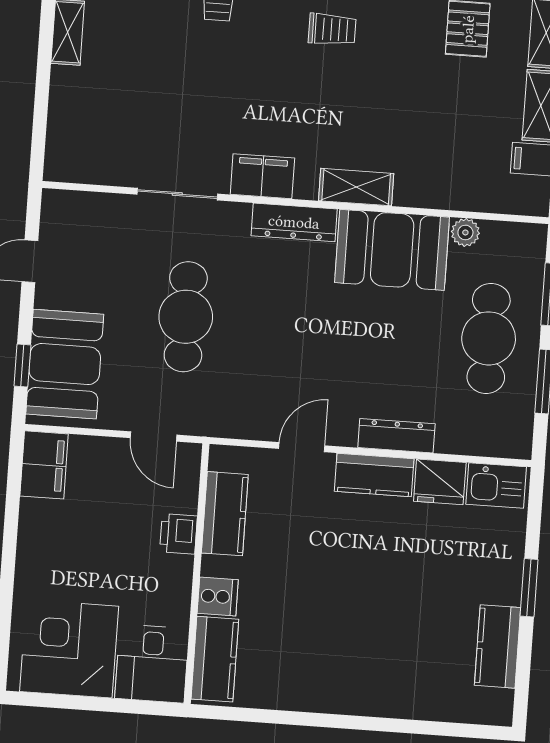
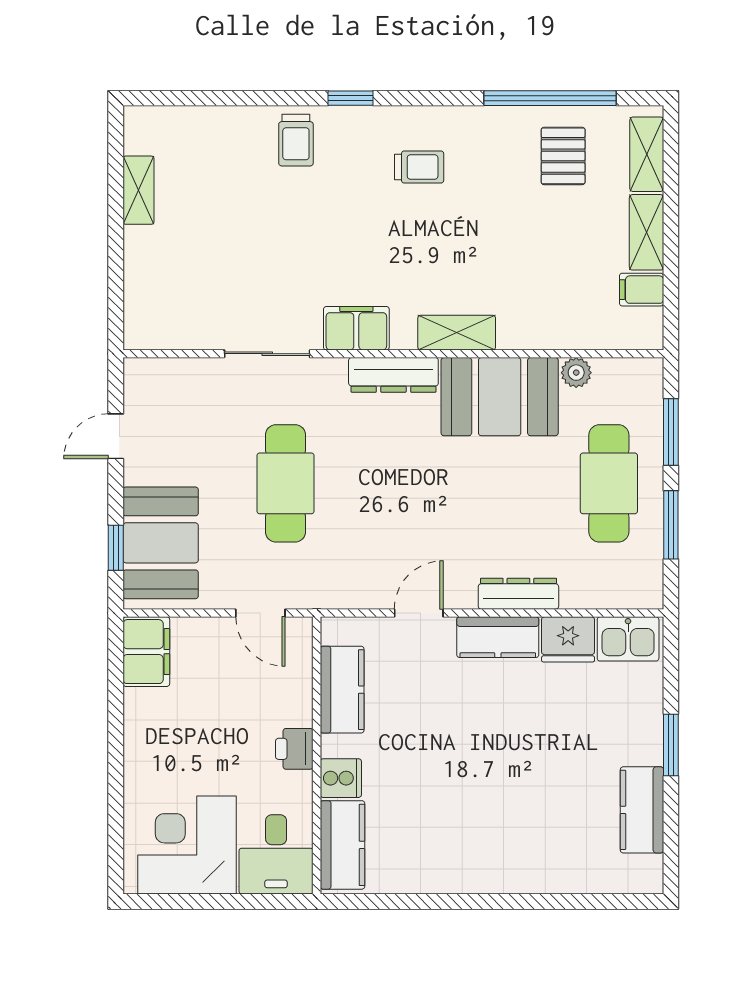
printer: (178, 534) -> (294, 749), moved

